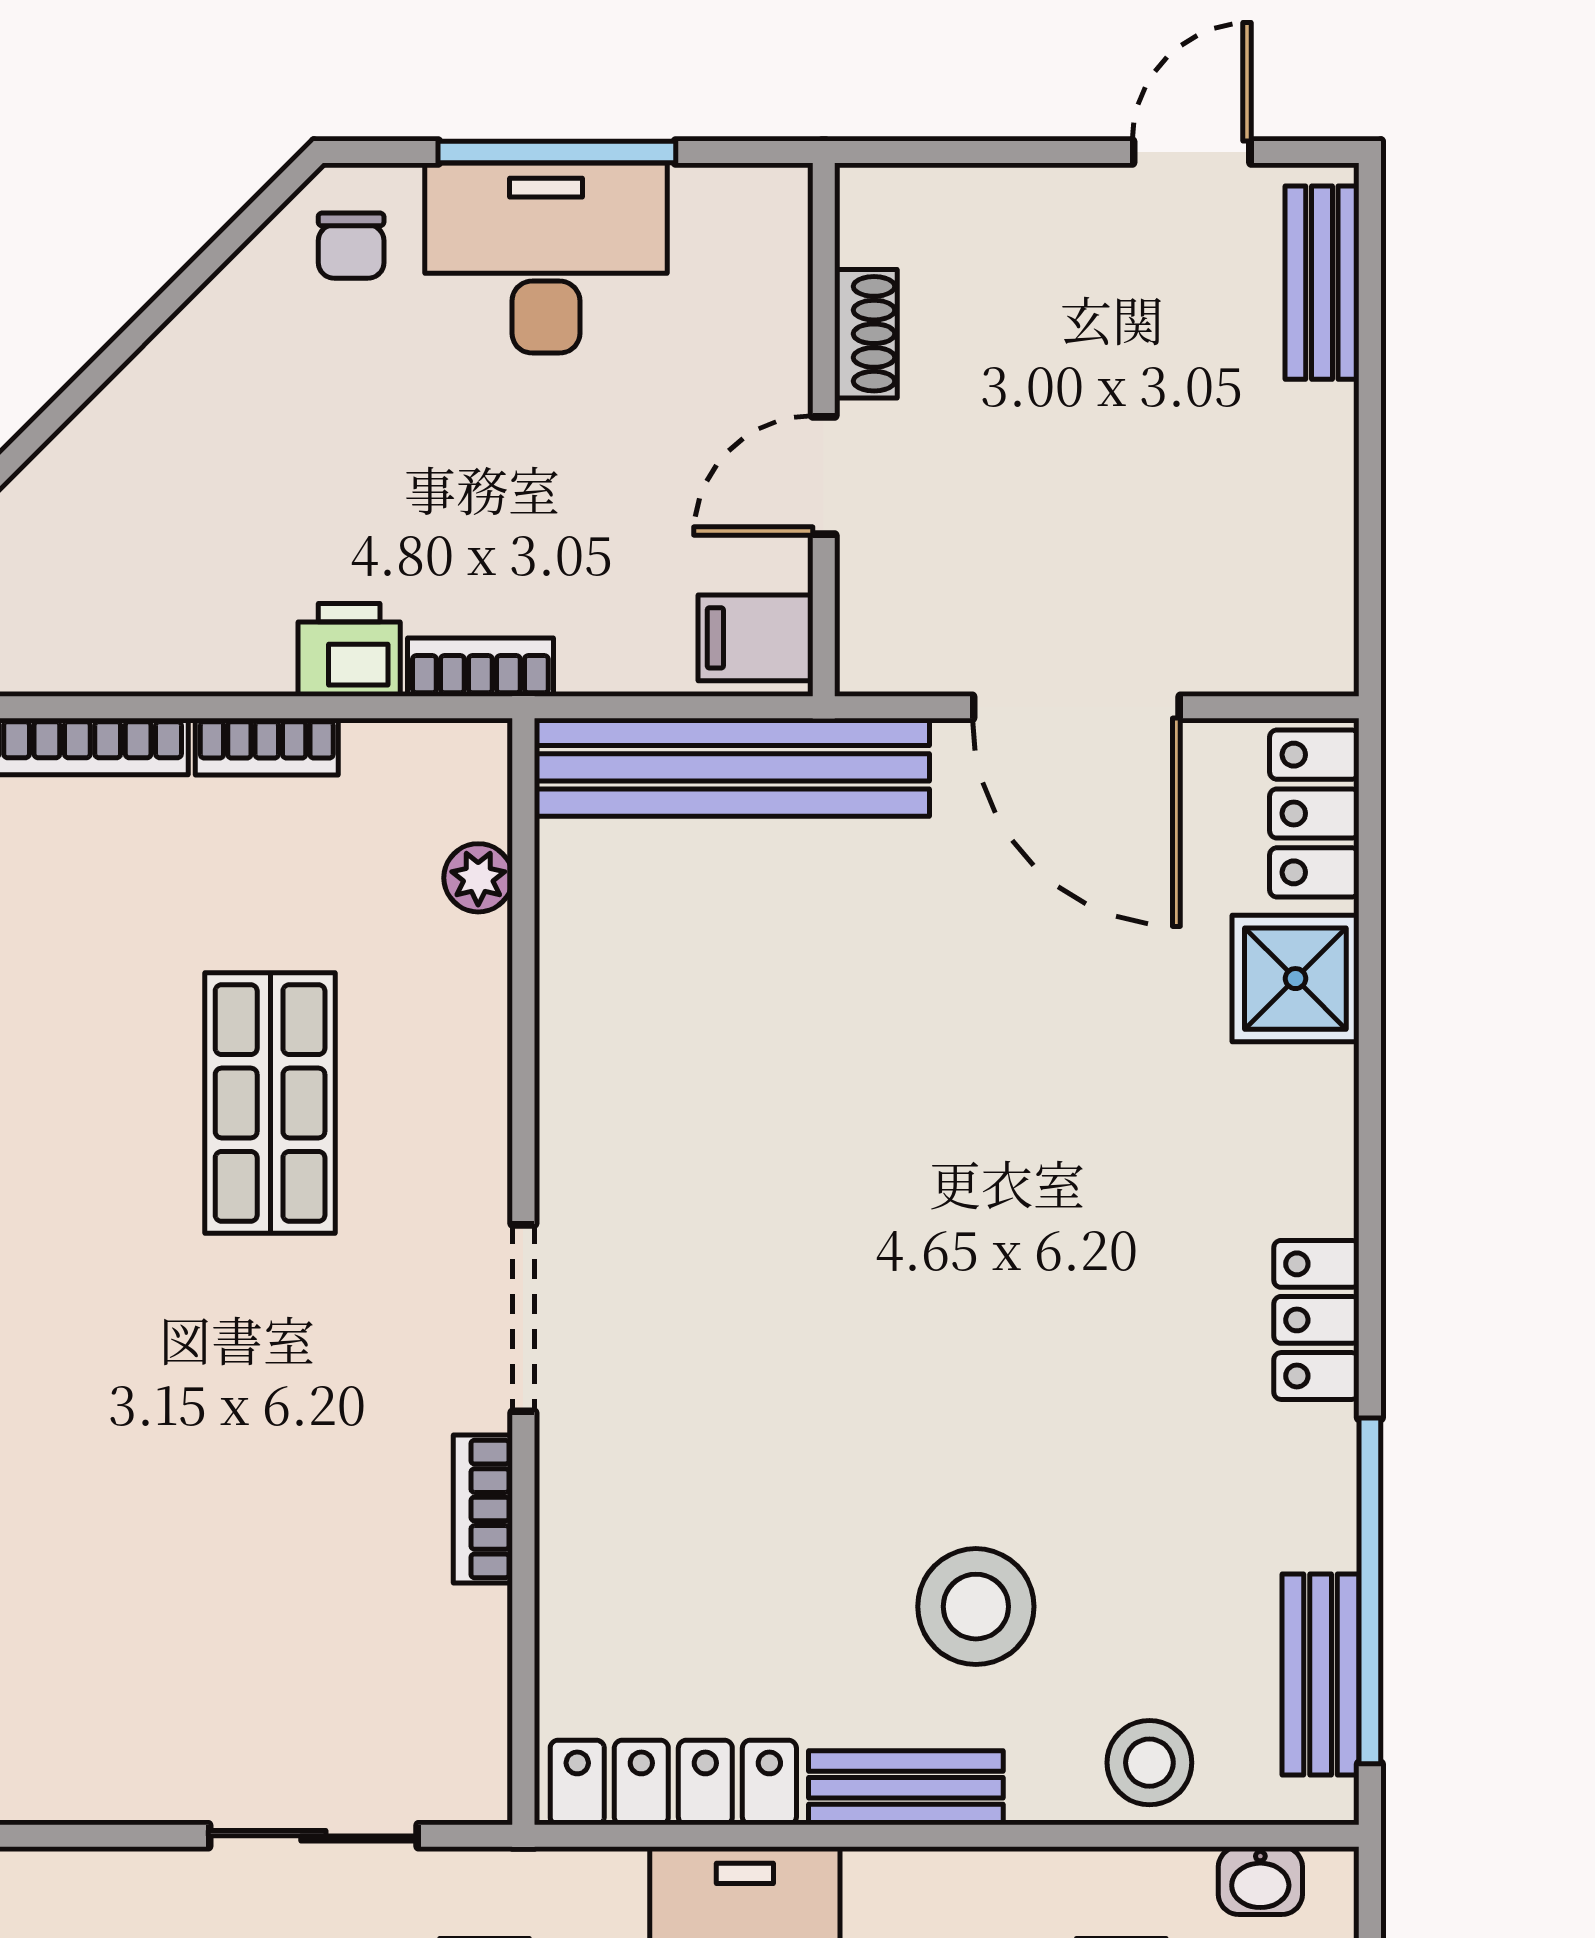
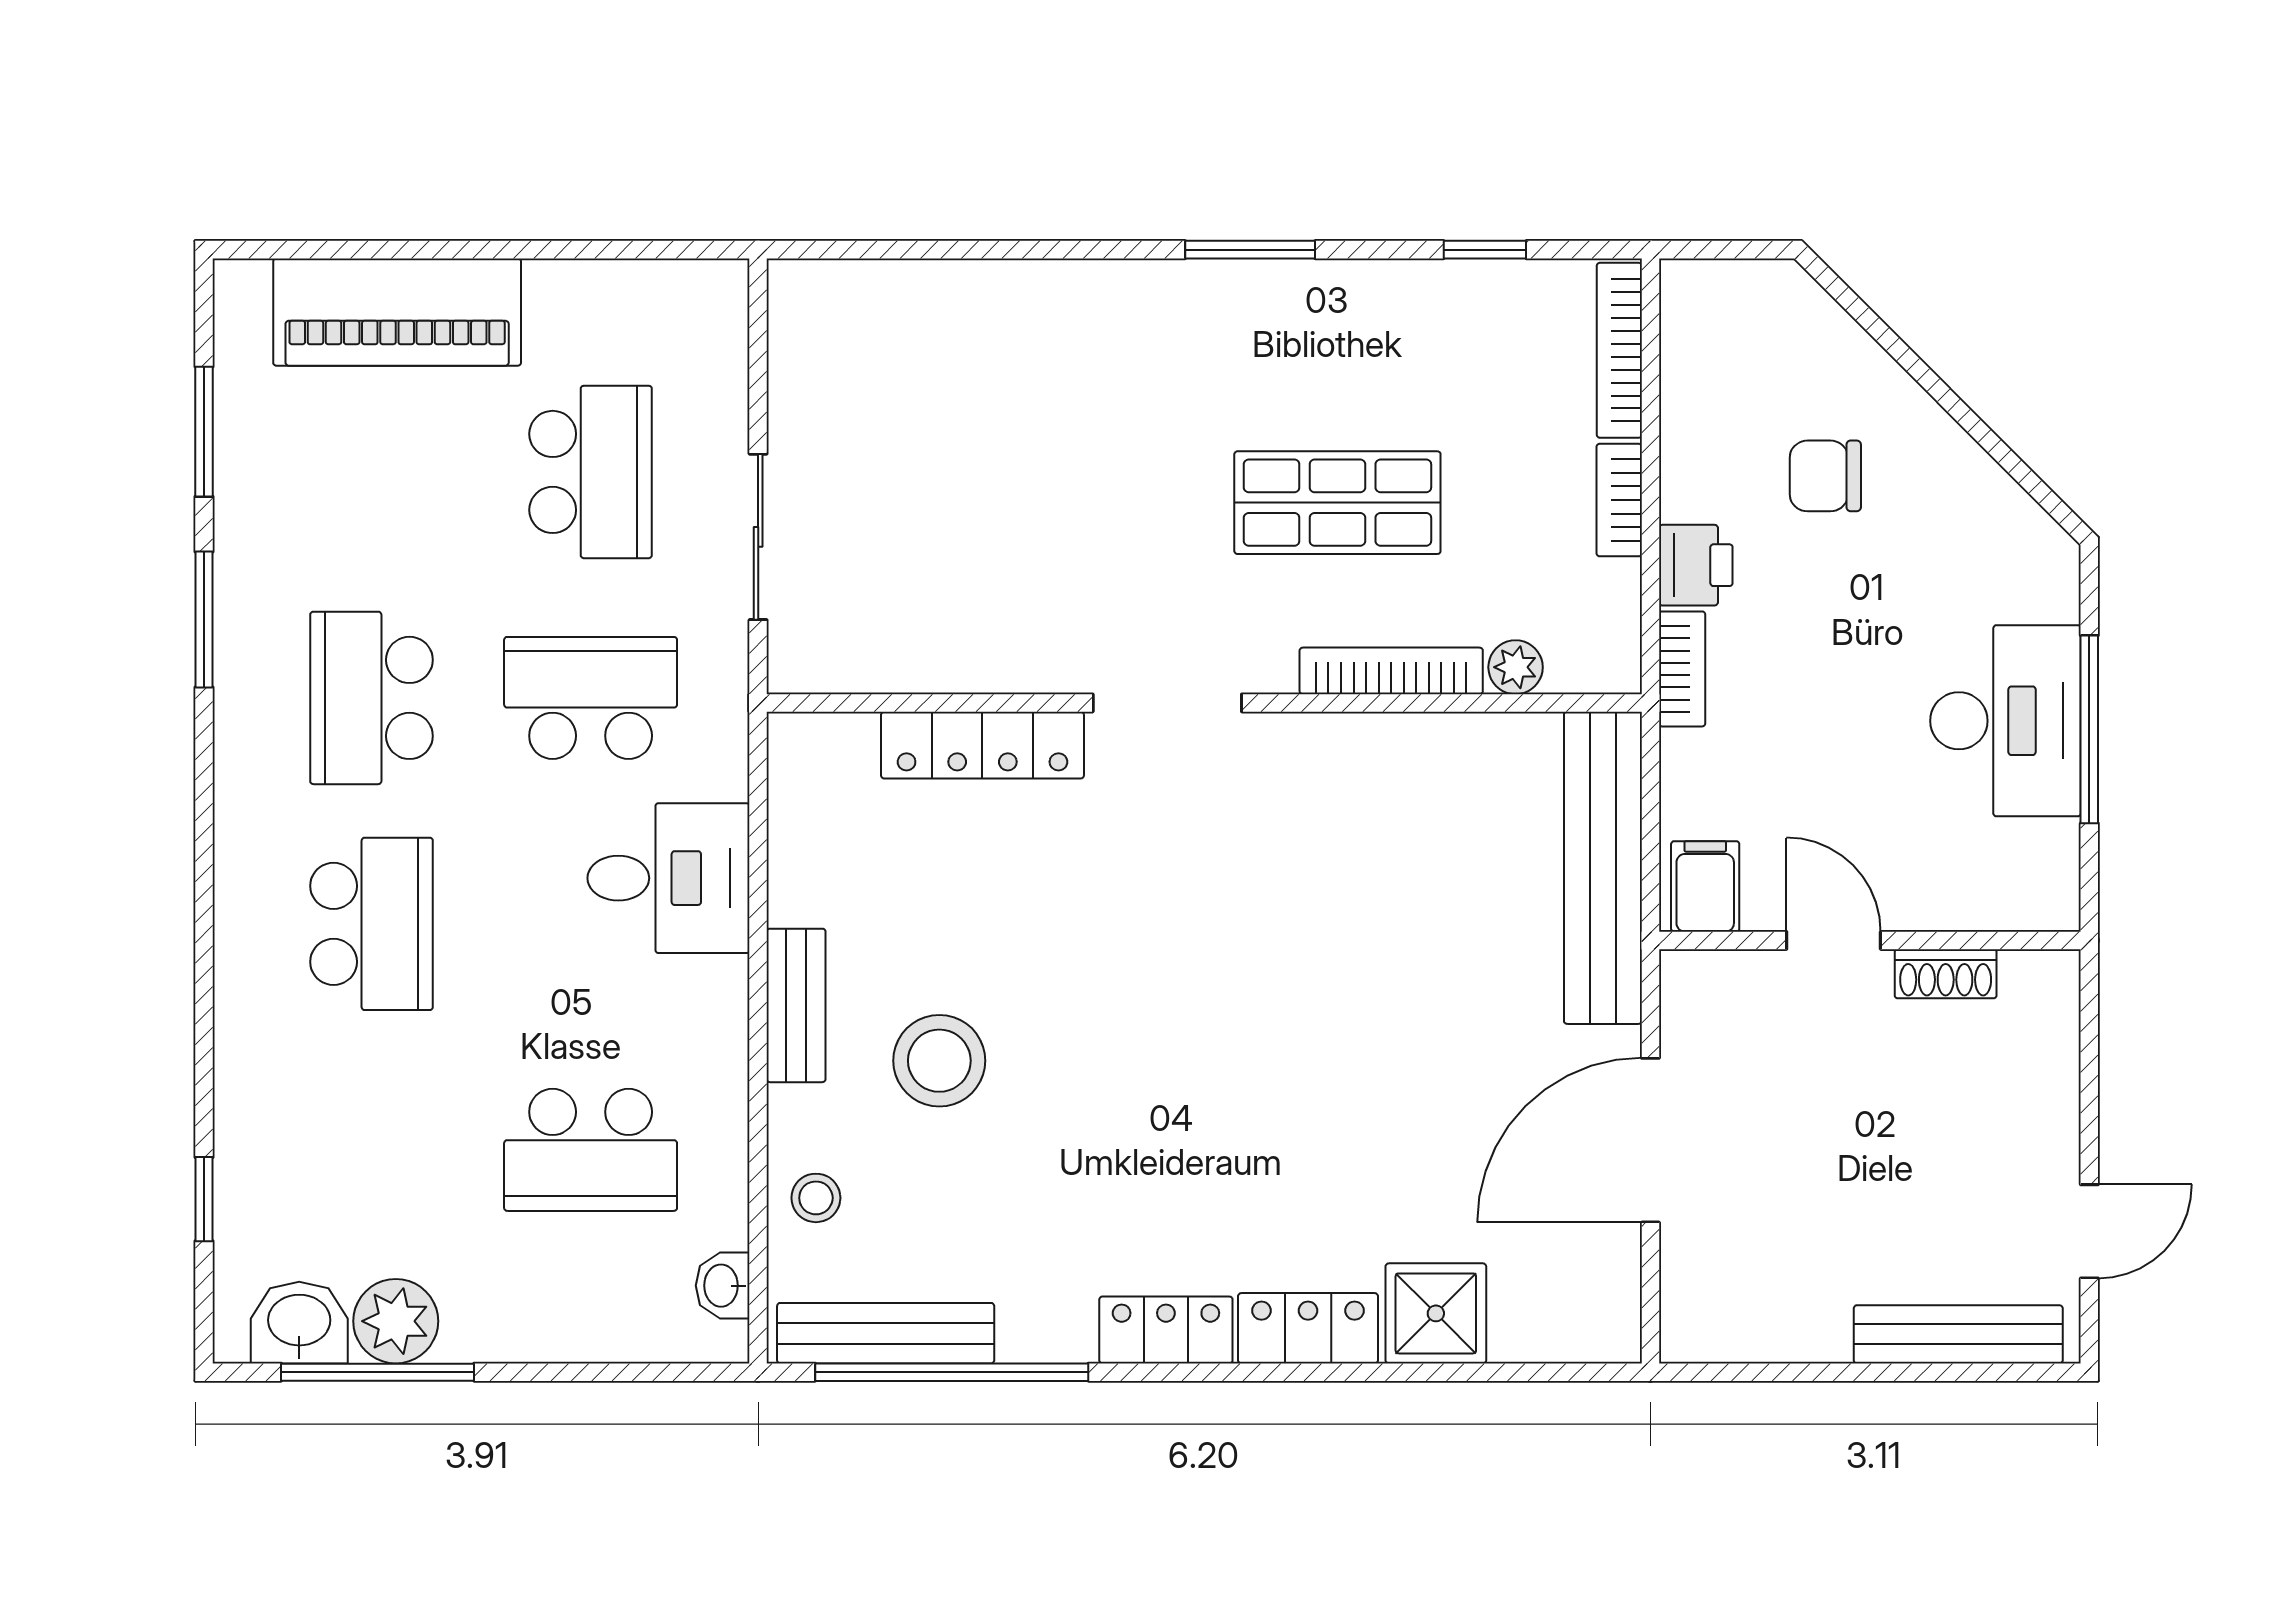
door: (1192, 152) -> (2089, 1231), hinge flipped
chair: (351, 246) -> (1825, 476), moved, width x1.37, depth x1.37
bench: (1322, 283) -> (1958, 1334), width x1.36
locker: (1314, 813) -> (1308, 1328), moved
bookcase: (483, 1509) -> (1391, 671), moved, width x1.56
bench: (1321, 1674) -> (886, 1333), width x1.36
stool: (1149, 1763) -> (816, 1198), width x0.73, depth x0.73
locker: (673, 1782) -> (982, 745), moved, turned 90

